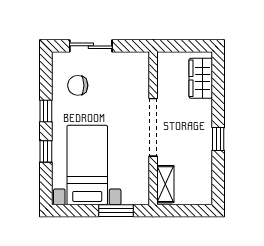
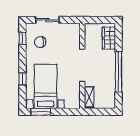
window: (46, 111) -> (22, 38), moved
window: (218, 139) -> (119, 72), width x3.17
window: (116, 211) -> (41, 112), moved

